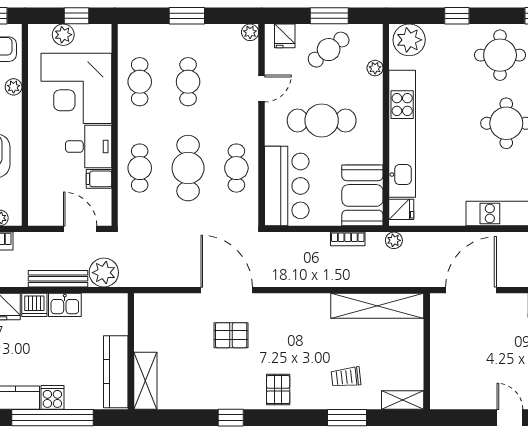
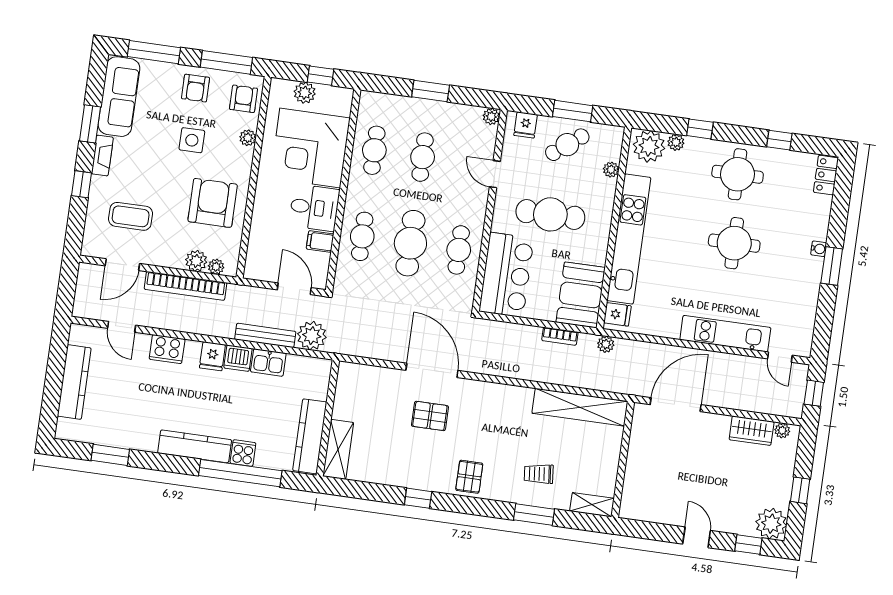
plant: (435, 32) -> (676, 142), added
door: (261, 89) -> (495, 174), swing flipped

